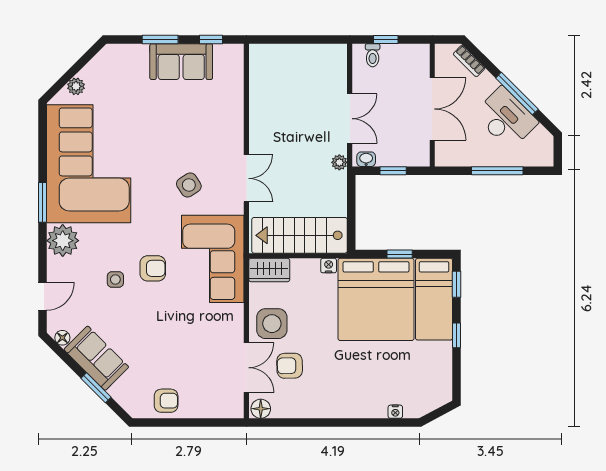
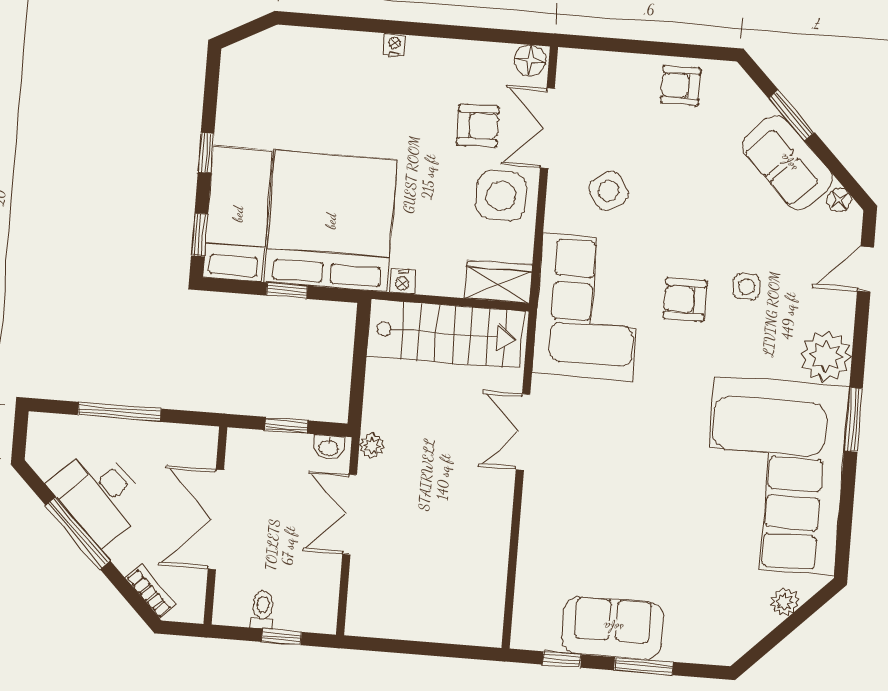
toilet: (373, 55) -> (263, 610), moved
side table: (189, 185) -> (609, 191), moved
nightstand: (395, 412) -> (395, 45), moved

